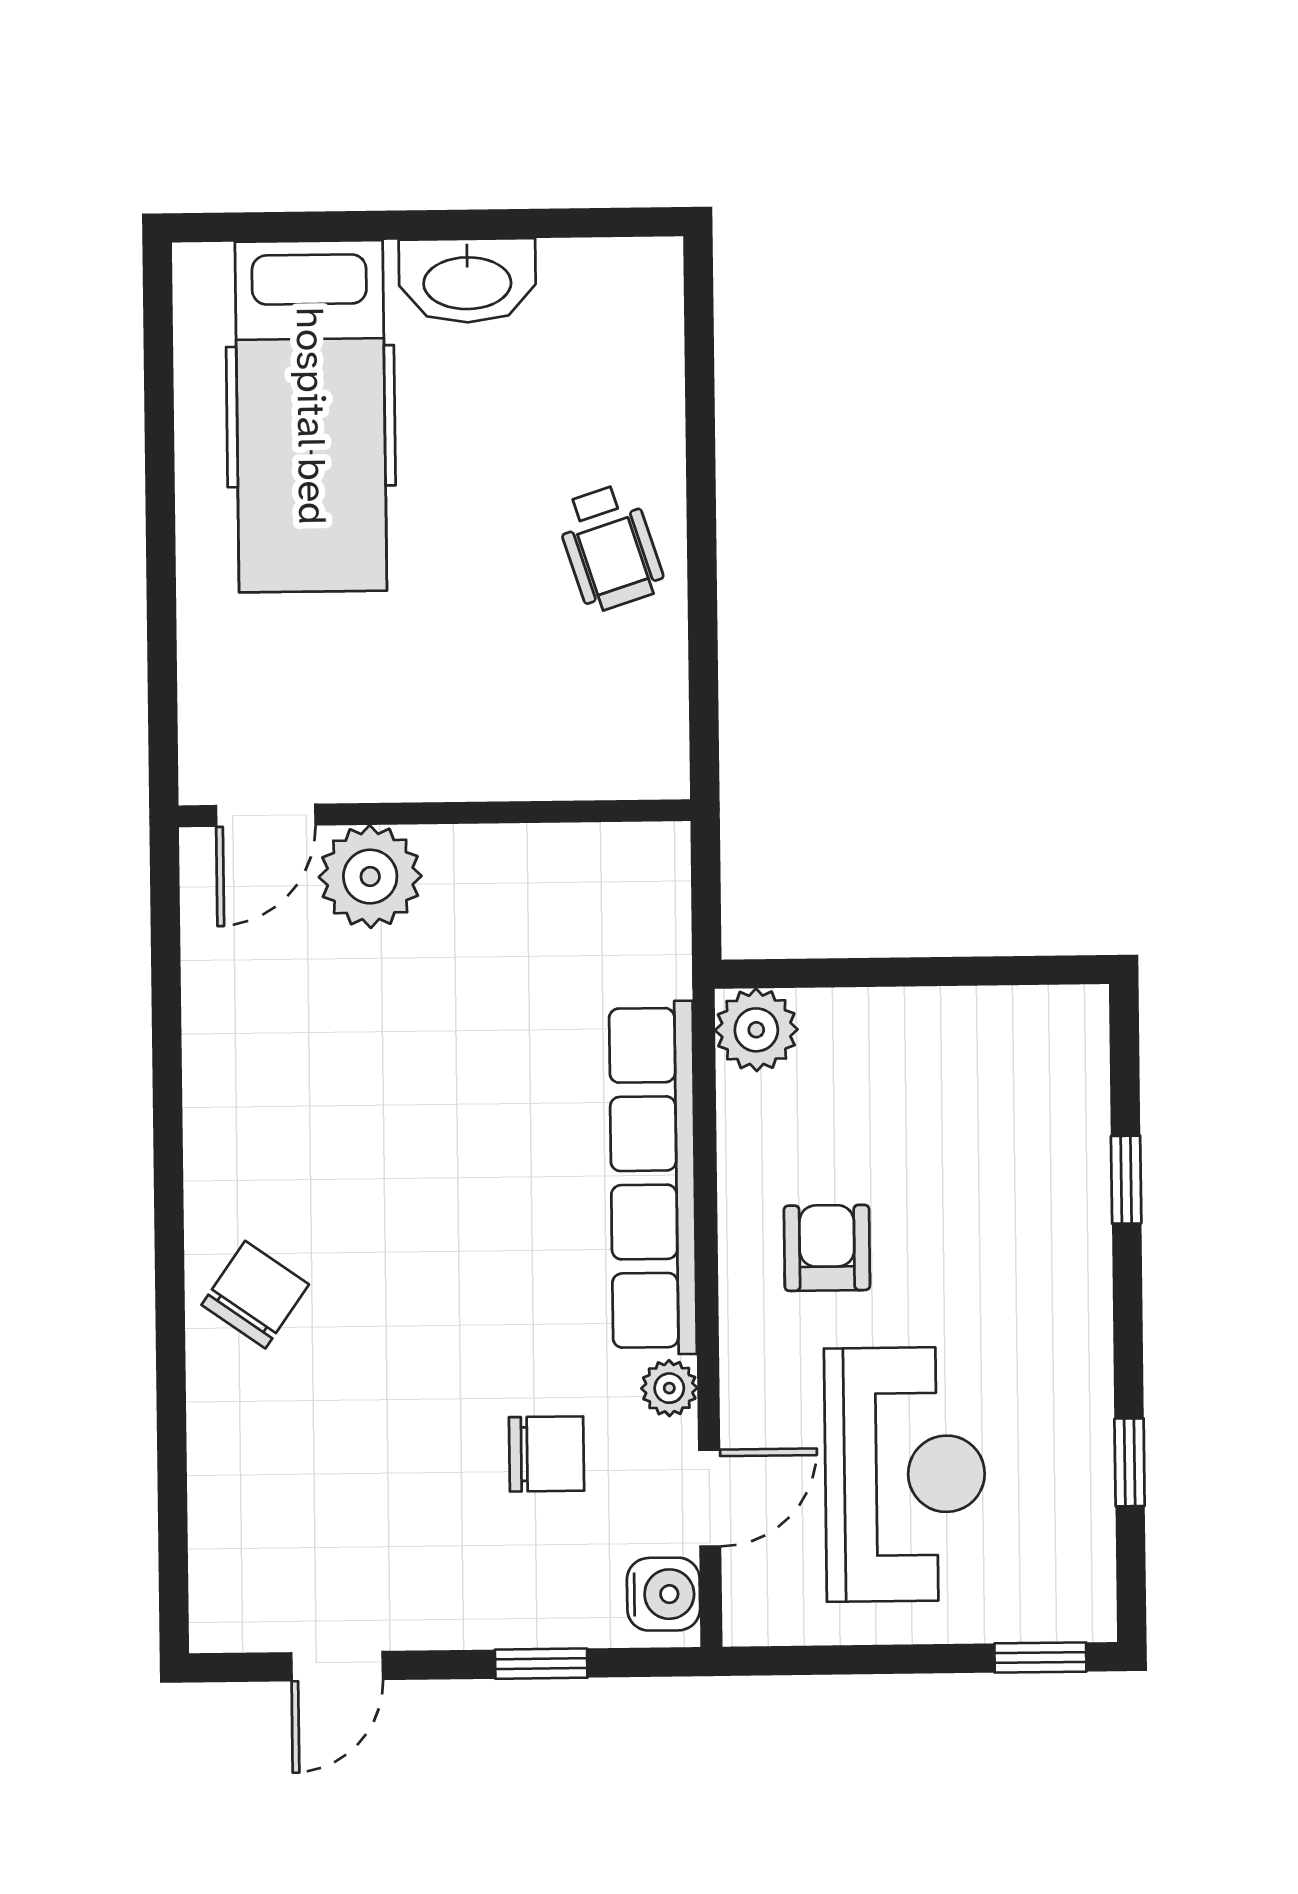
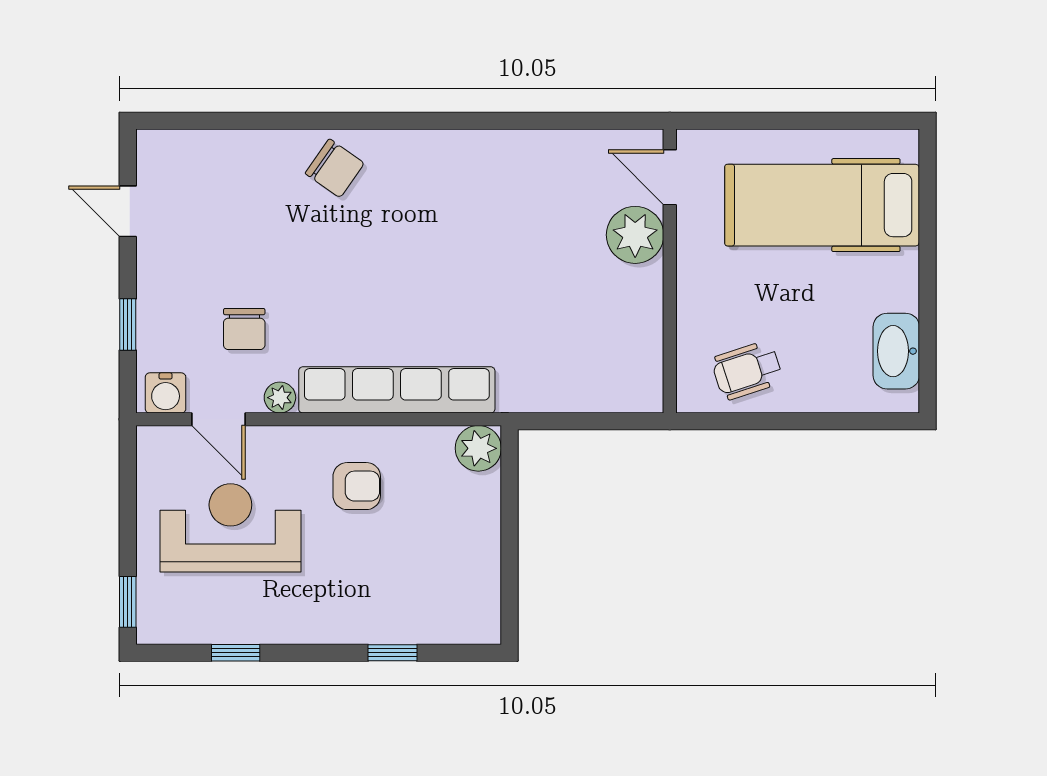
washbasin: (467, 281) -> (896, 351), moved
wall: (434, 813) -> (670, 271), moved
door: (266, 815) -> (670, 177), moved
plant: (370, 877) -> (635, 235), moved
reception desk: (905, 1474) -> (230, 528), turned 180

